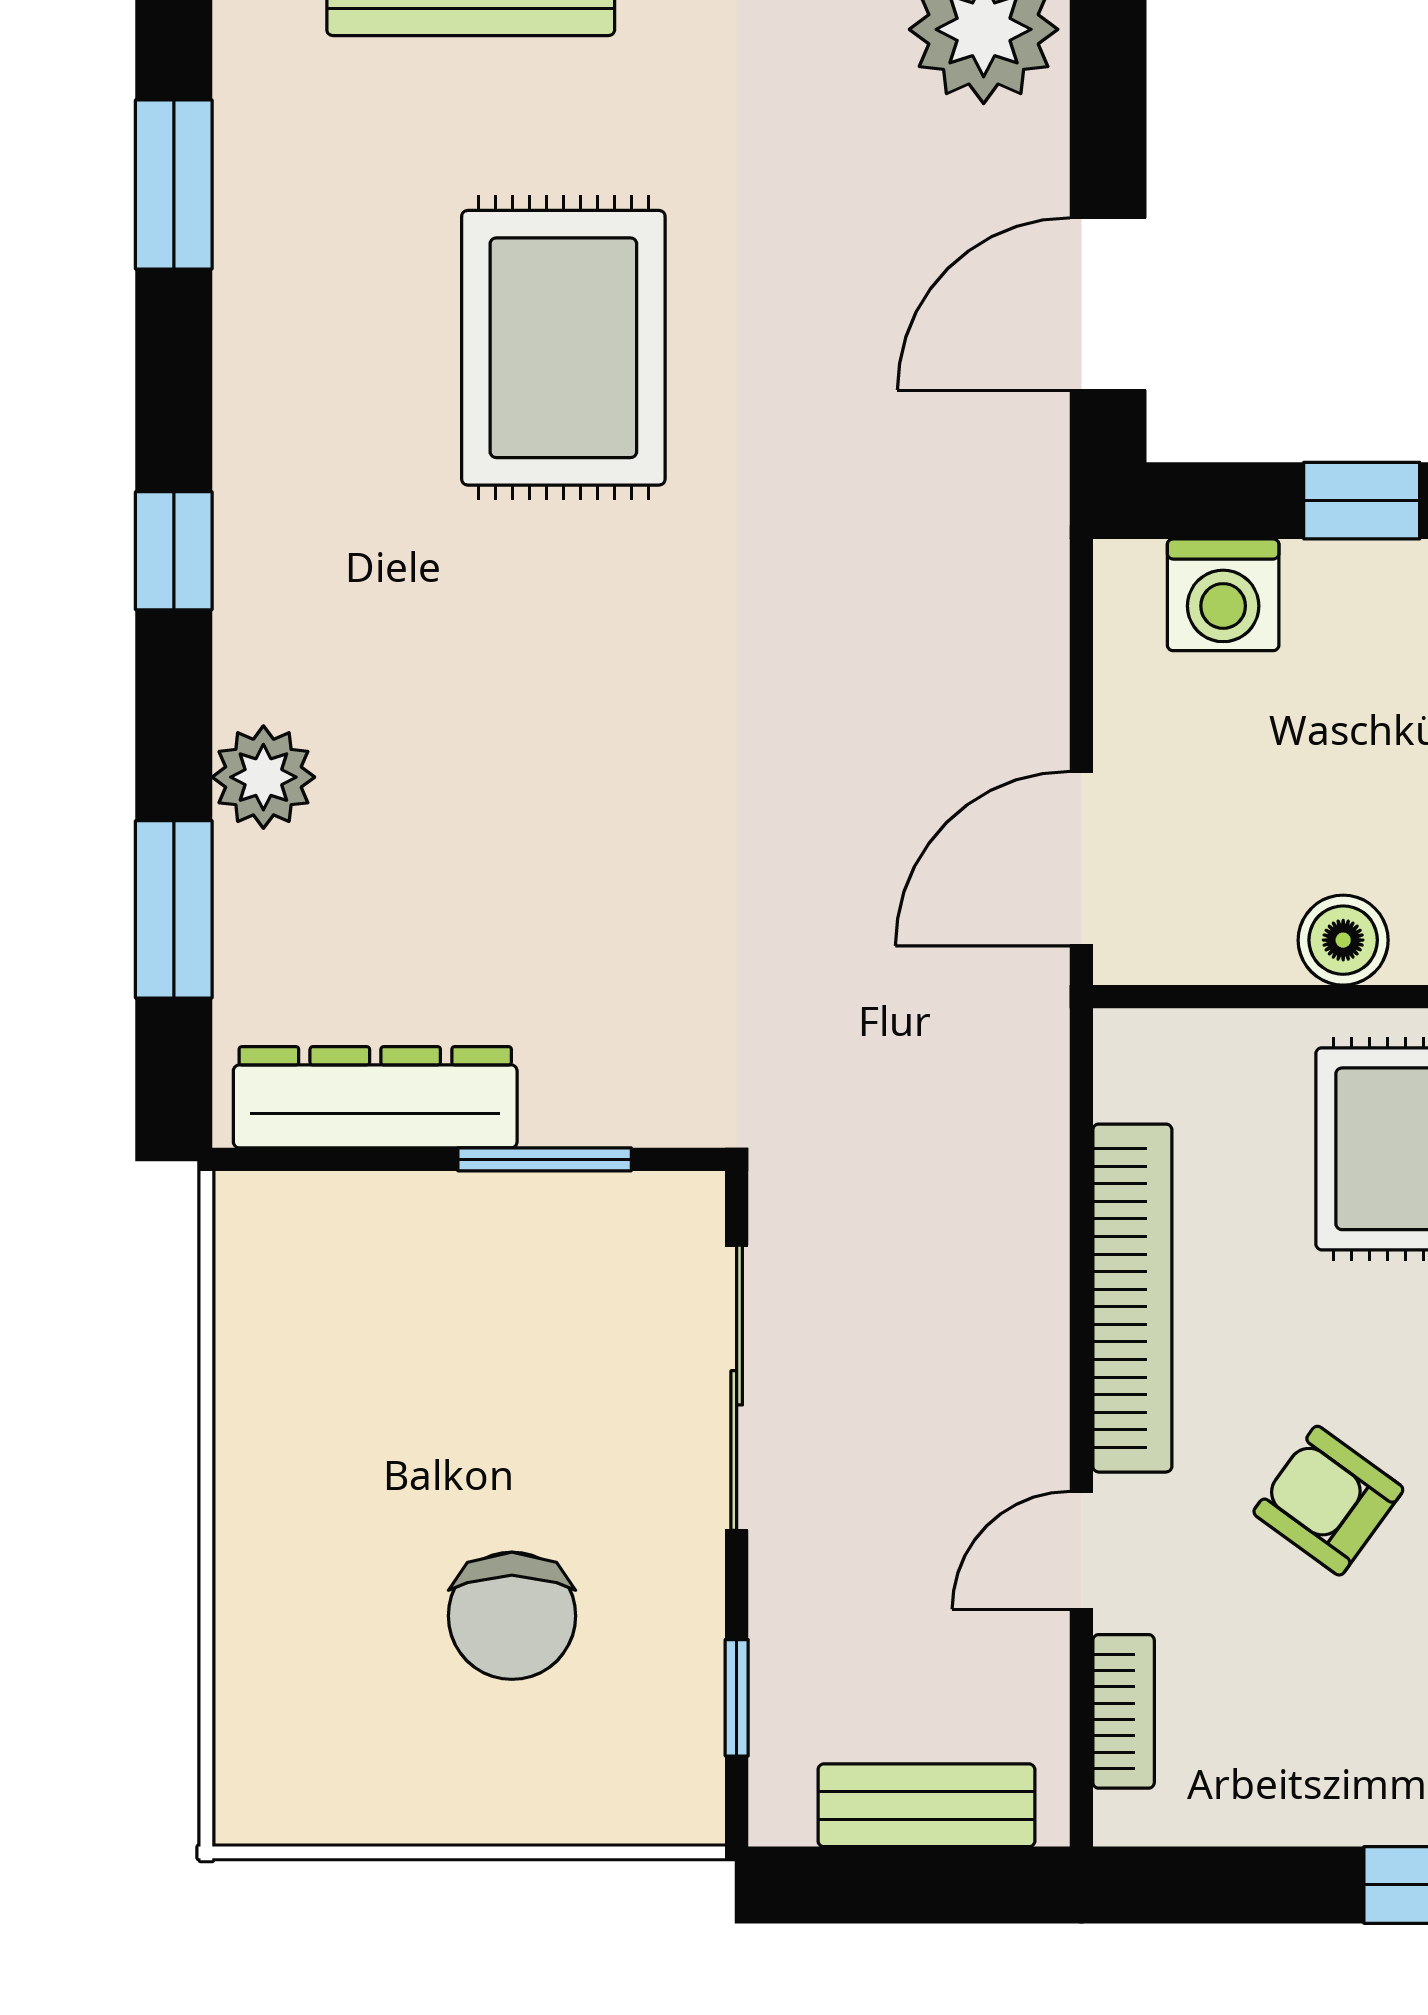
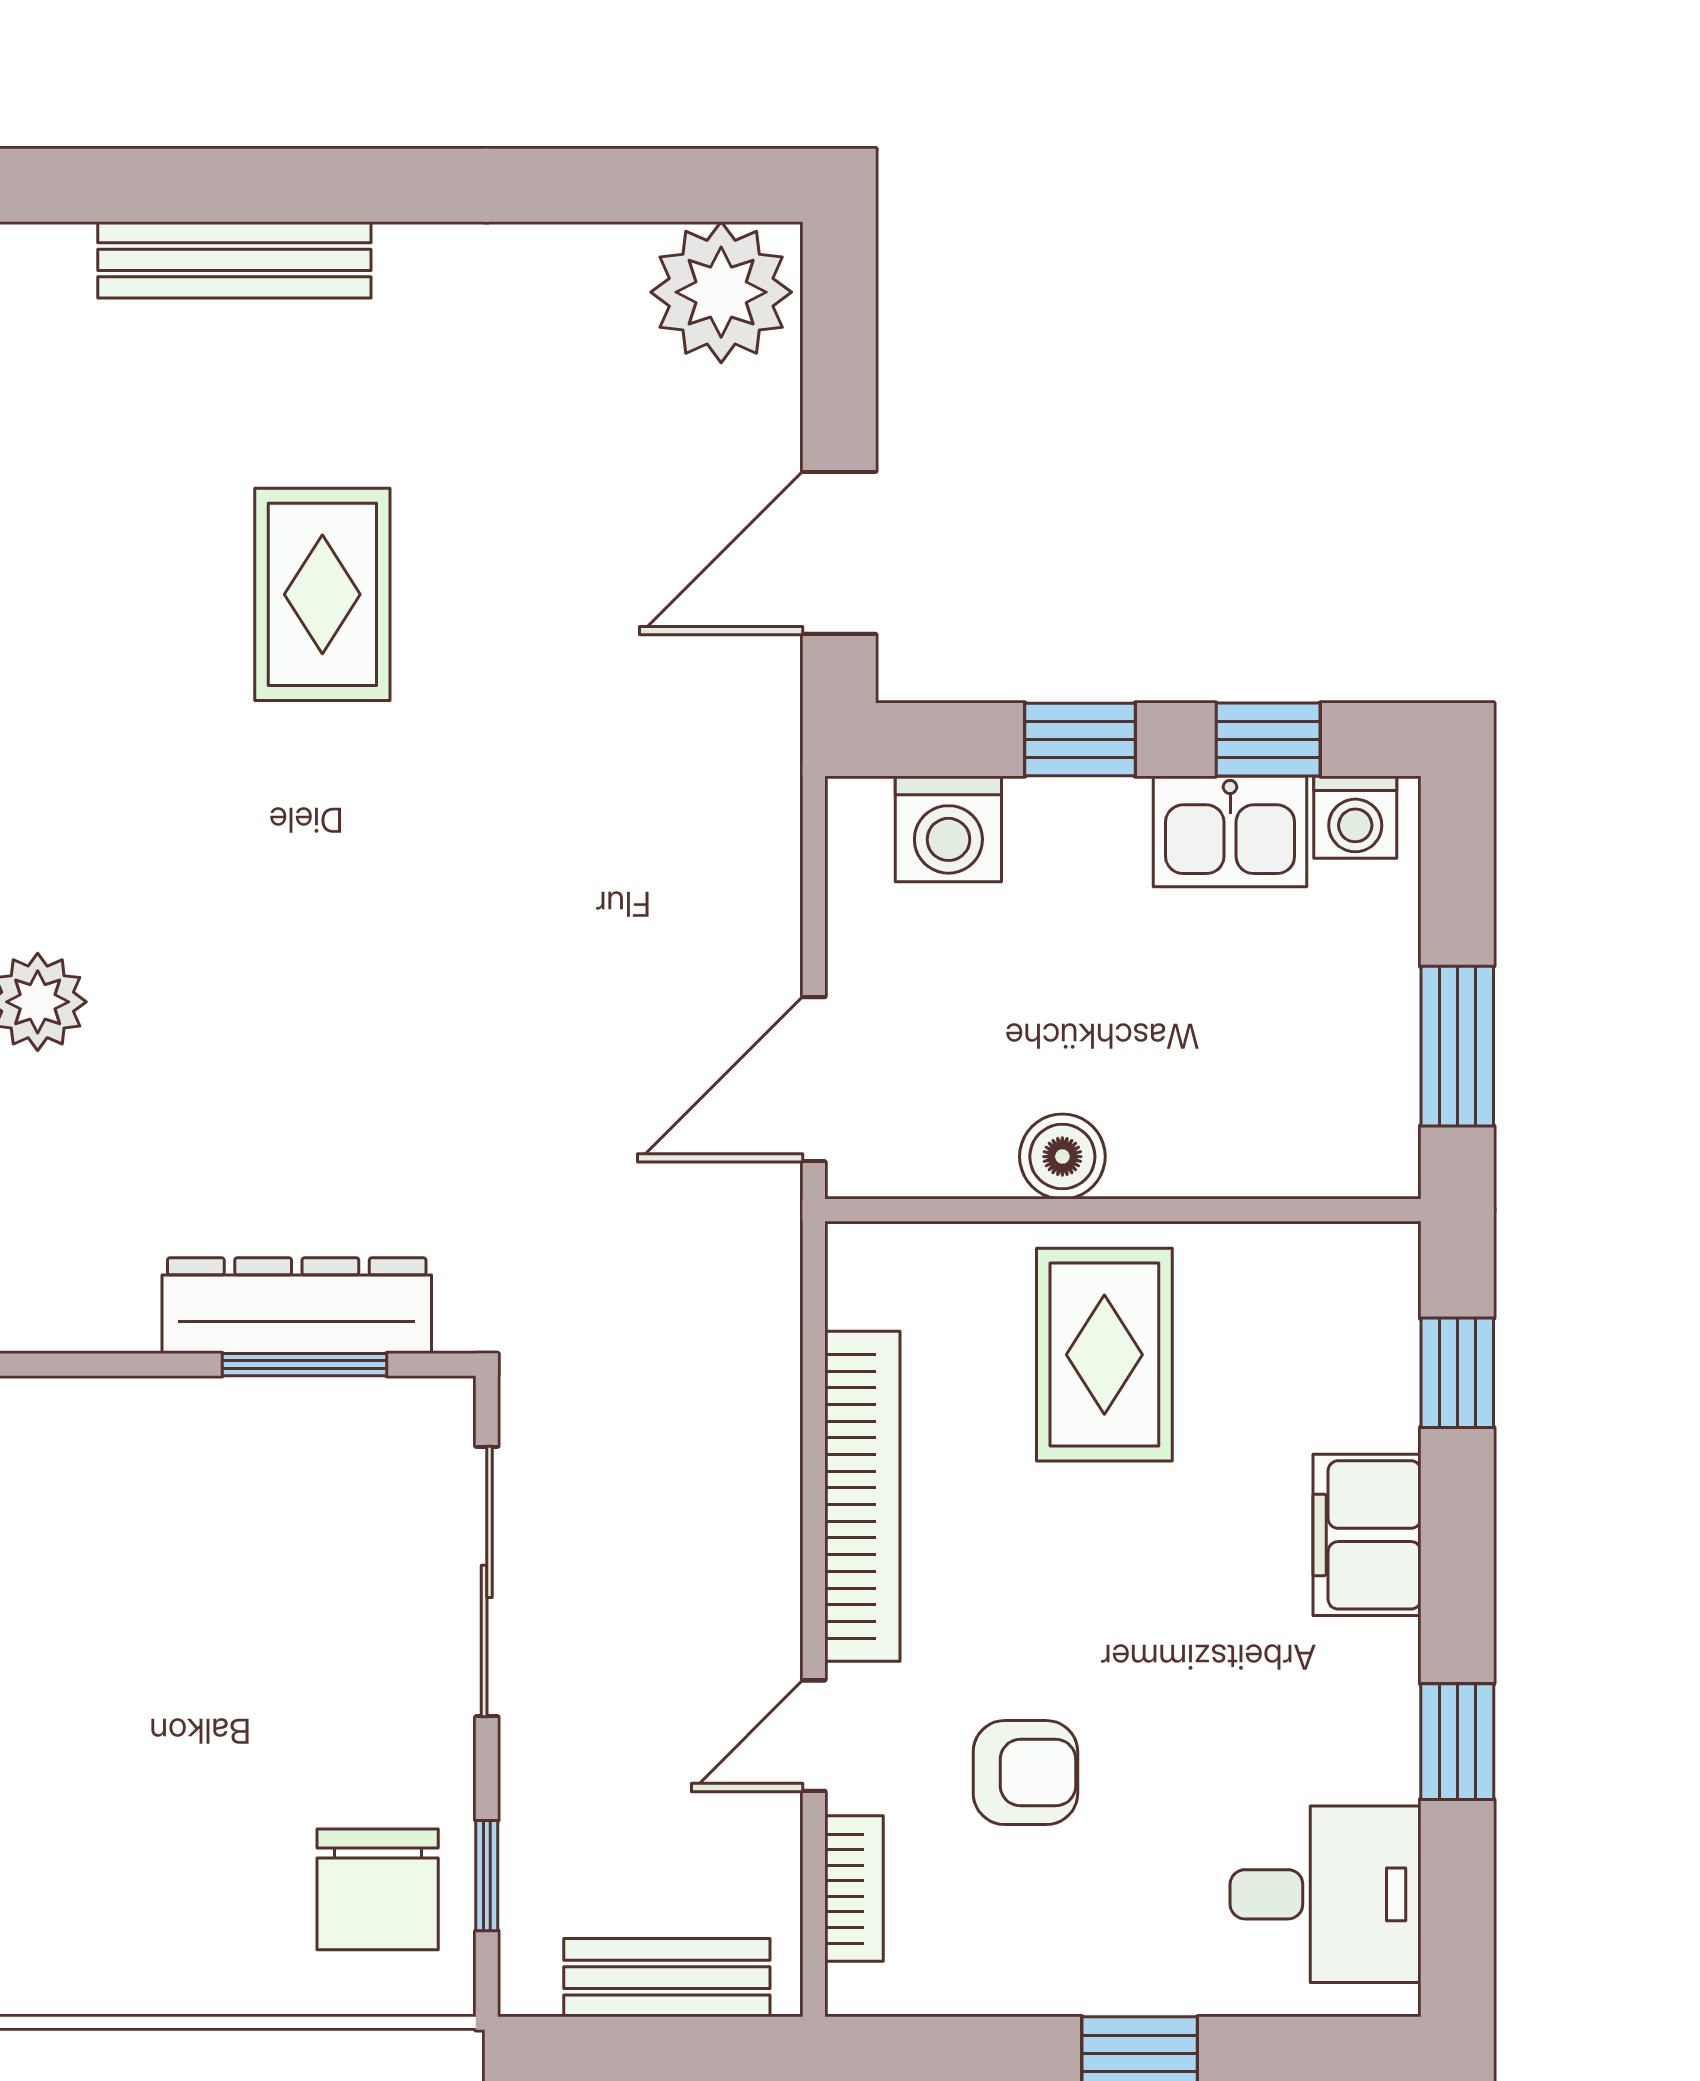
rug: (563, 348) -> (322, 594), width x0.73, depth x0.70
dresser: (375, 1097) -> (297, 1306), moved
armchair: (1328, 1501) -> (1025, 1773), moved, turned 144
chair: (512, 1616) -> (378, 1889), moved

